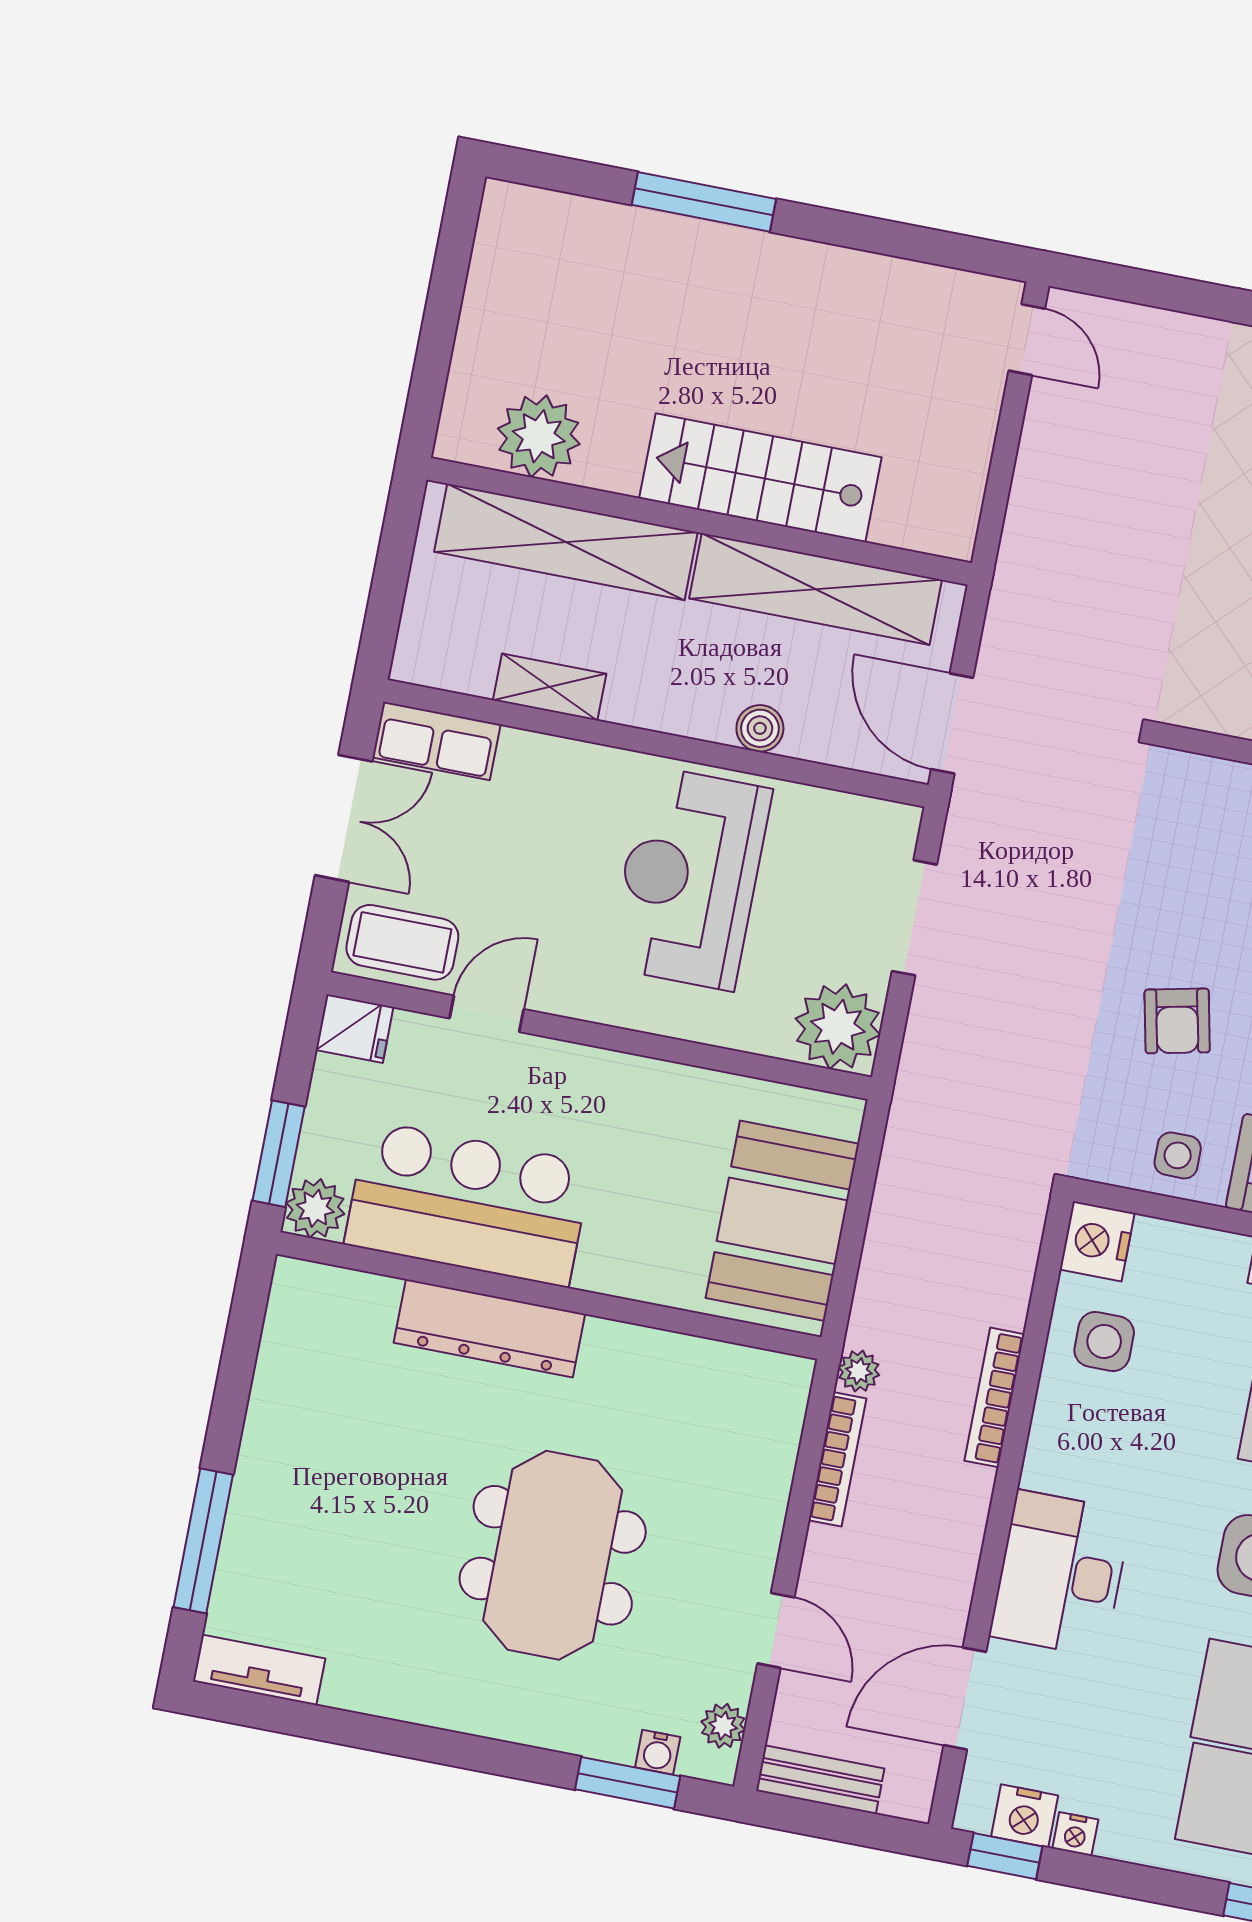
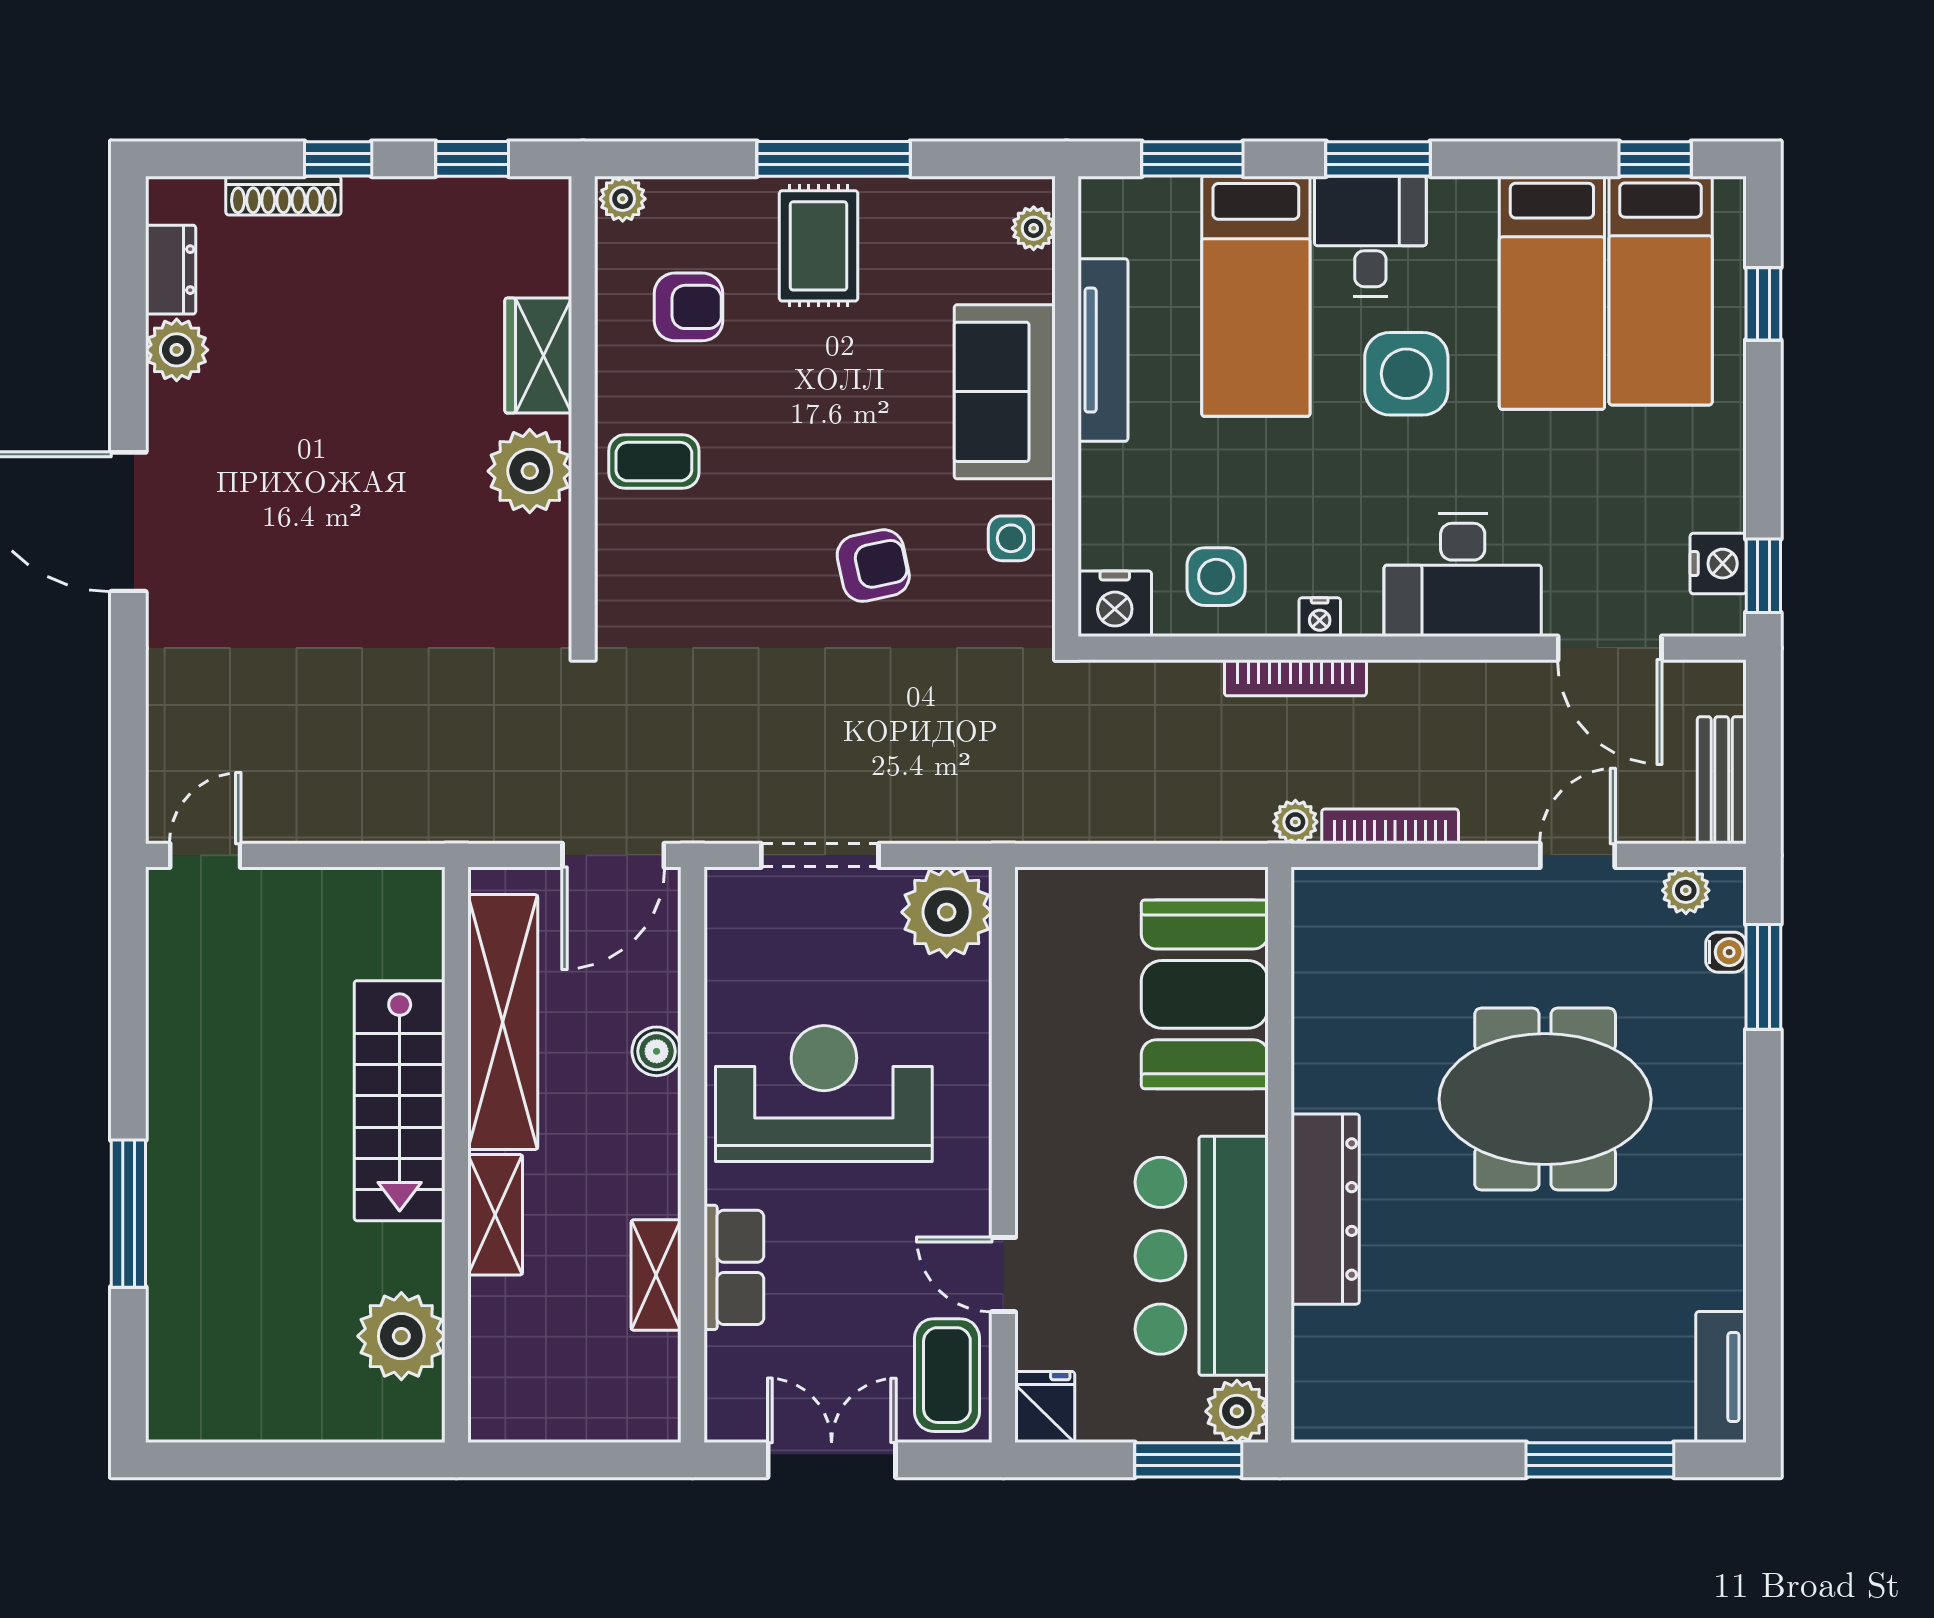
shelving: (566, 542) -> (495, 1215), width x0.45, depth x0.75
row of seats: (436, 741) -> (734, 1267), moved
reception desk: (690, 878) -> (824, 1093), turned 180
booth: (782, 1221) -> (1205, 994), moved, turned 90
nightstand: (1075, 1834) -> (1320, 617), moved, turned 90

